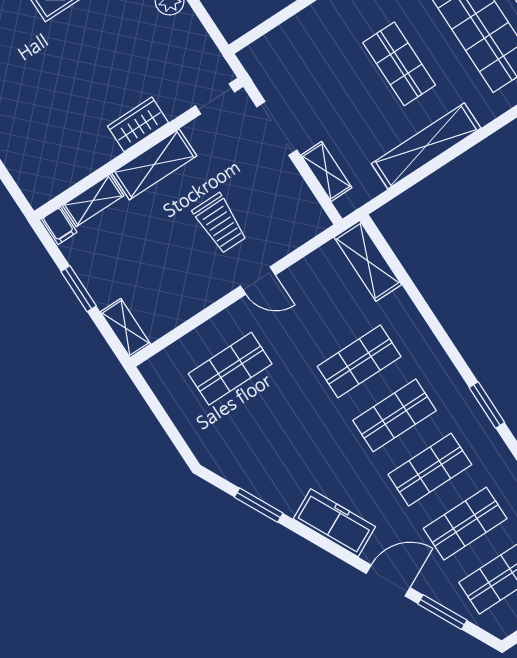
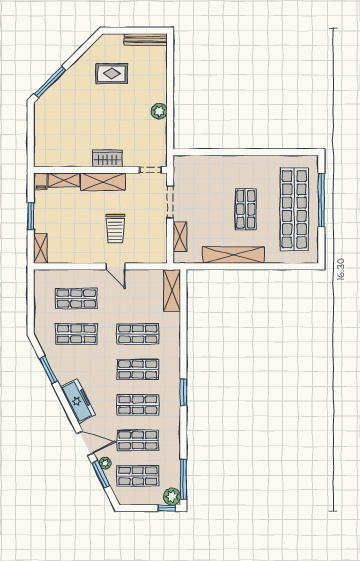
shop shelf: (266, 423) -> (76, 334), added
plant: (438, 591) -> (105, 463), added

